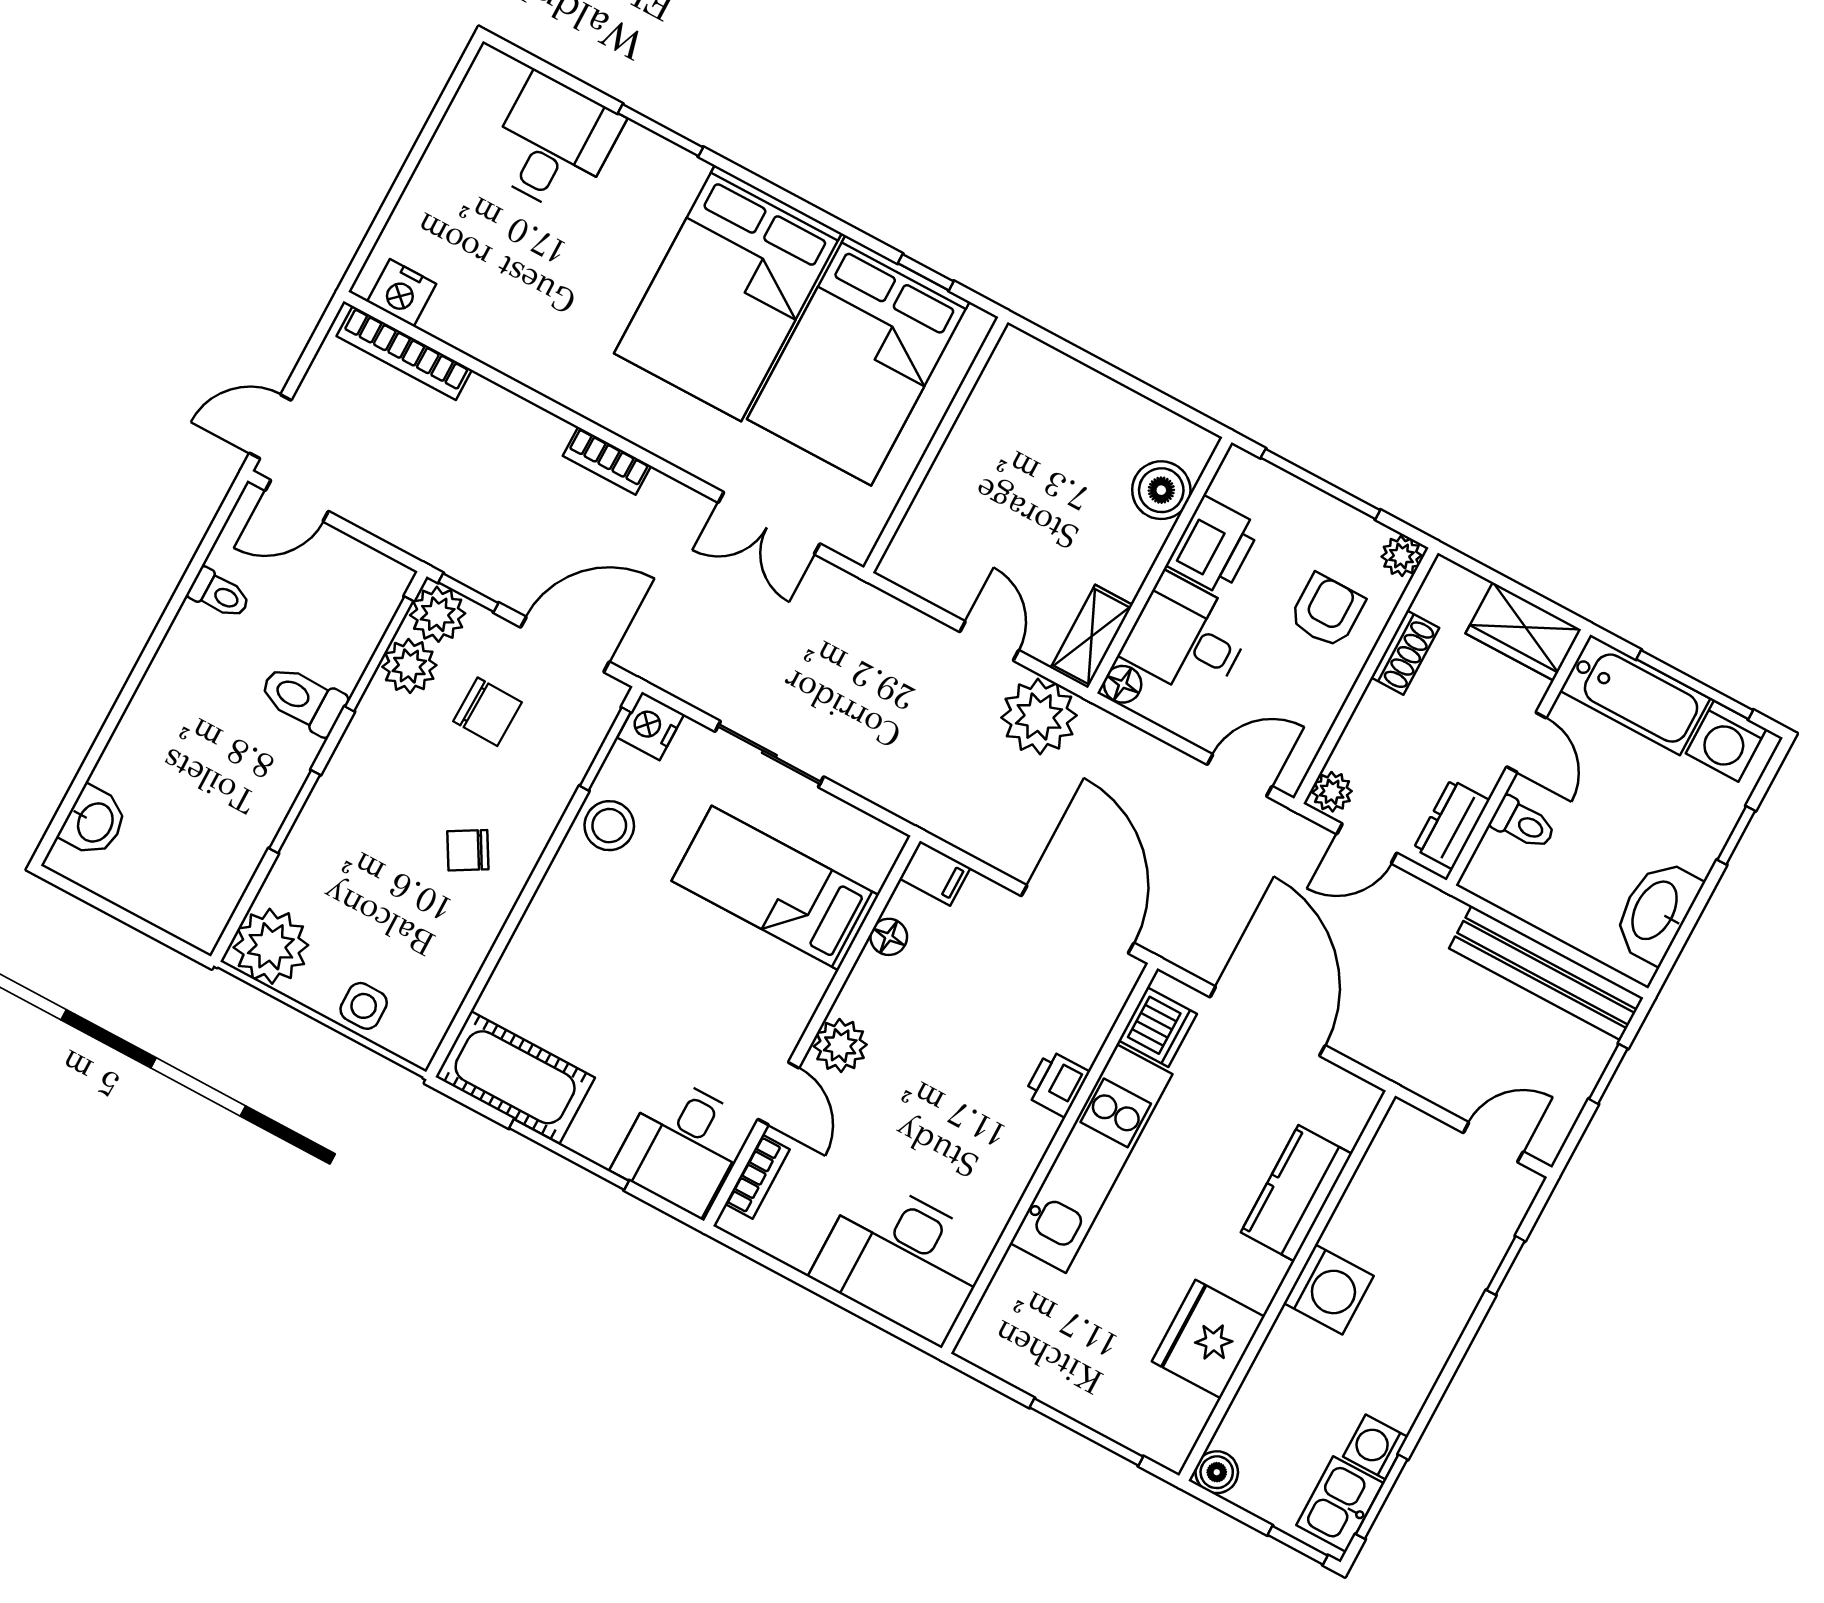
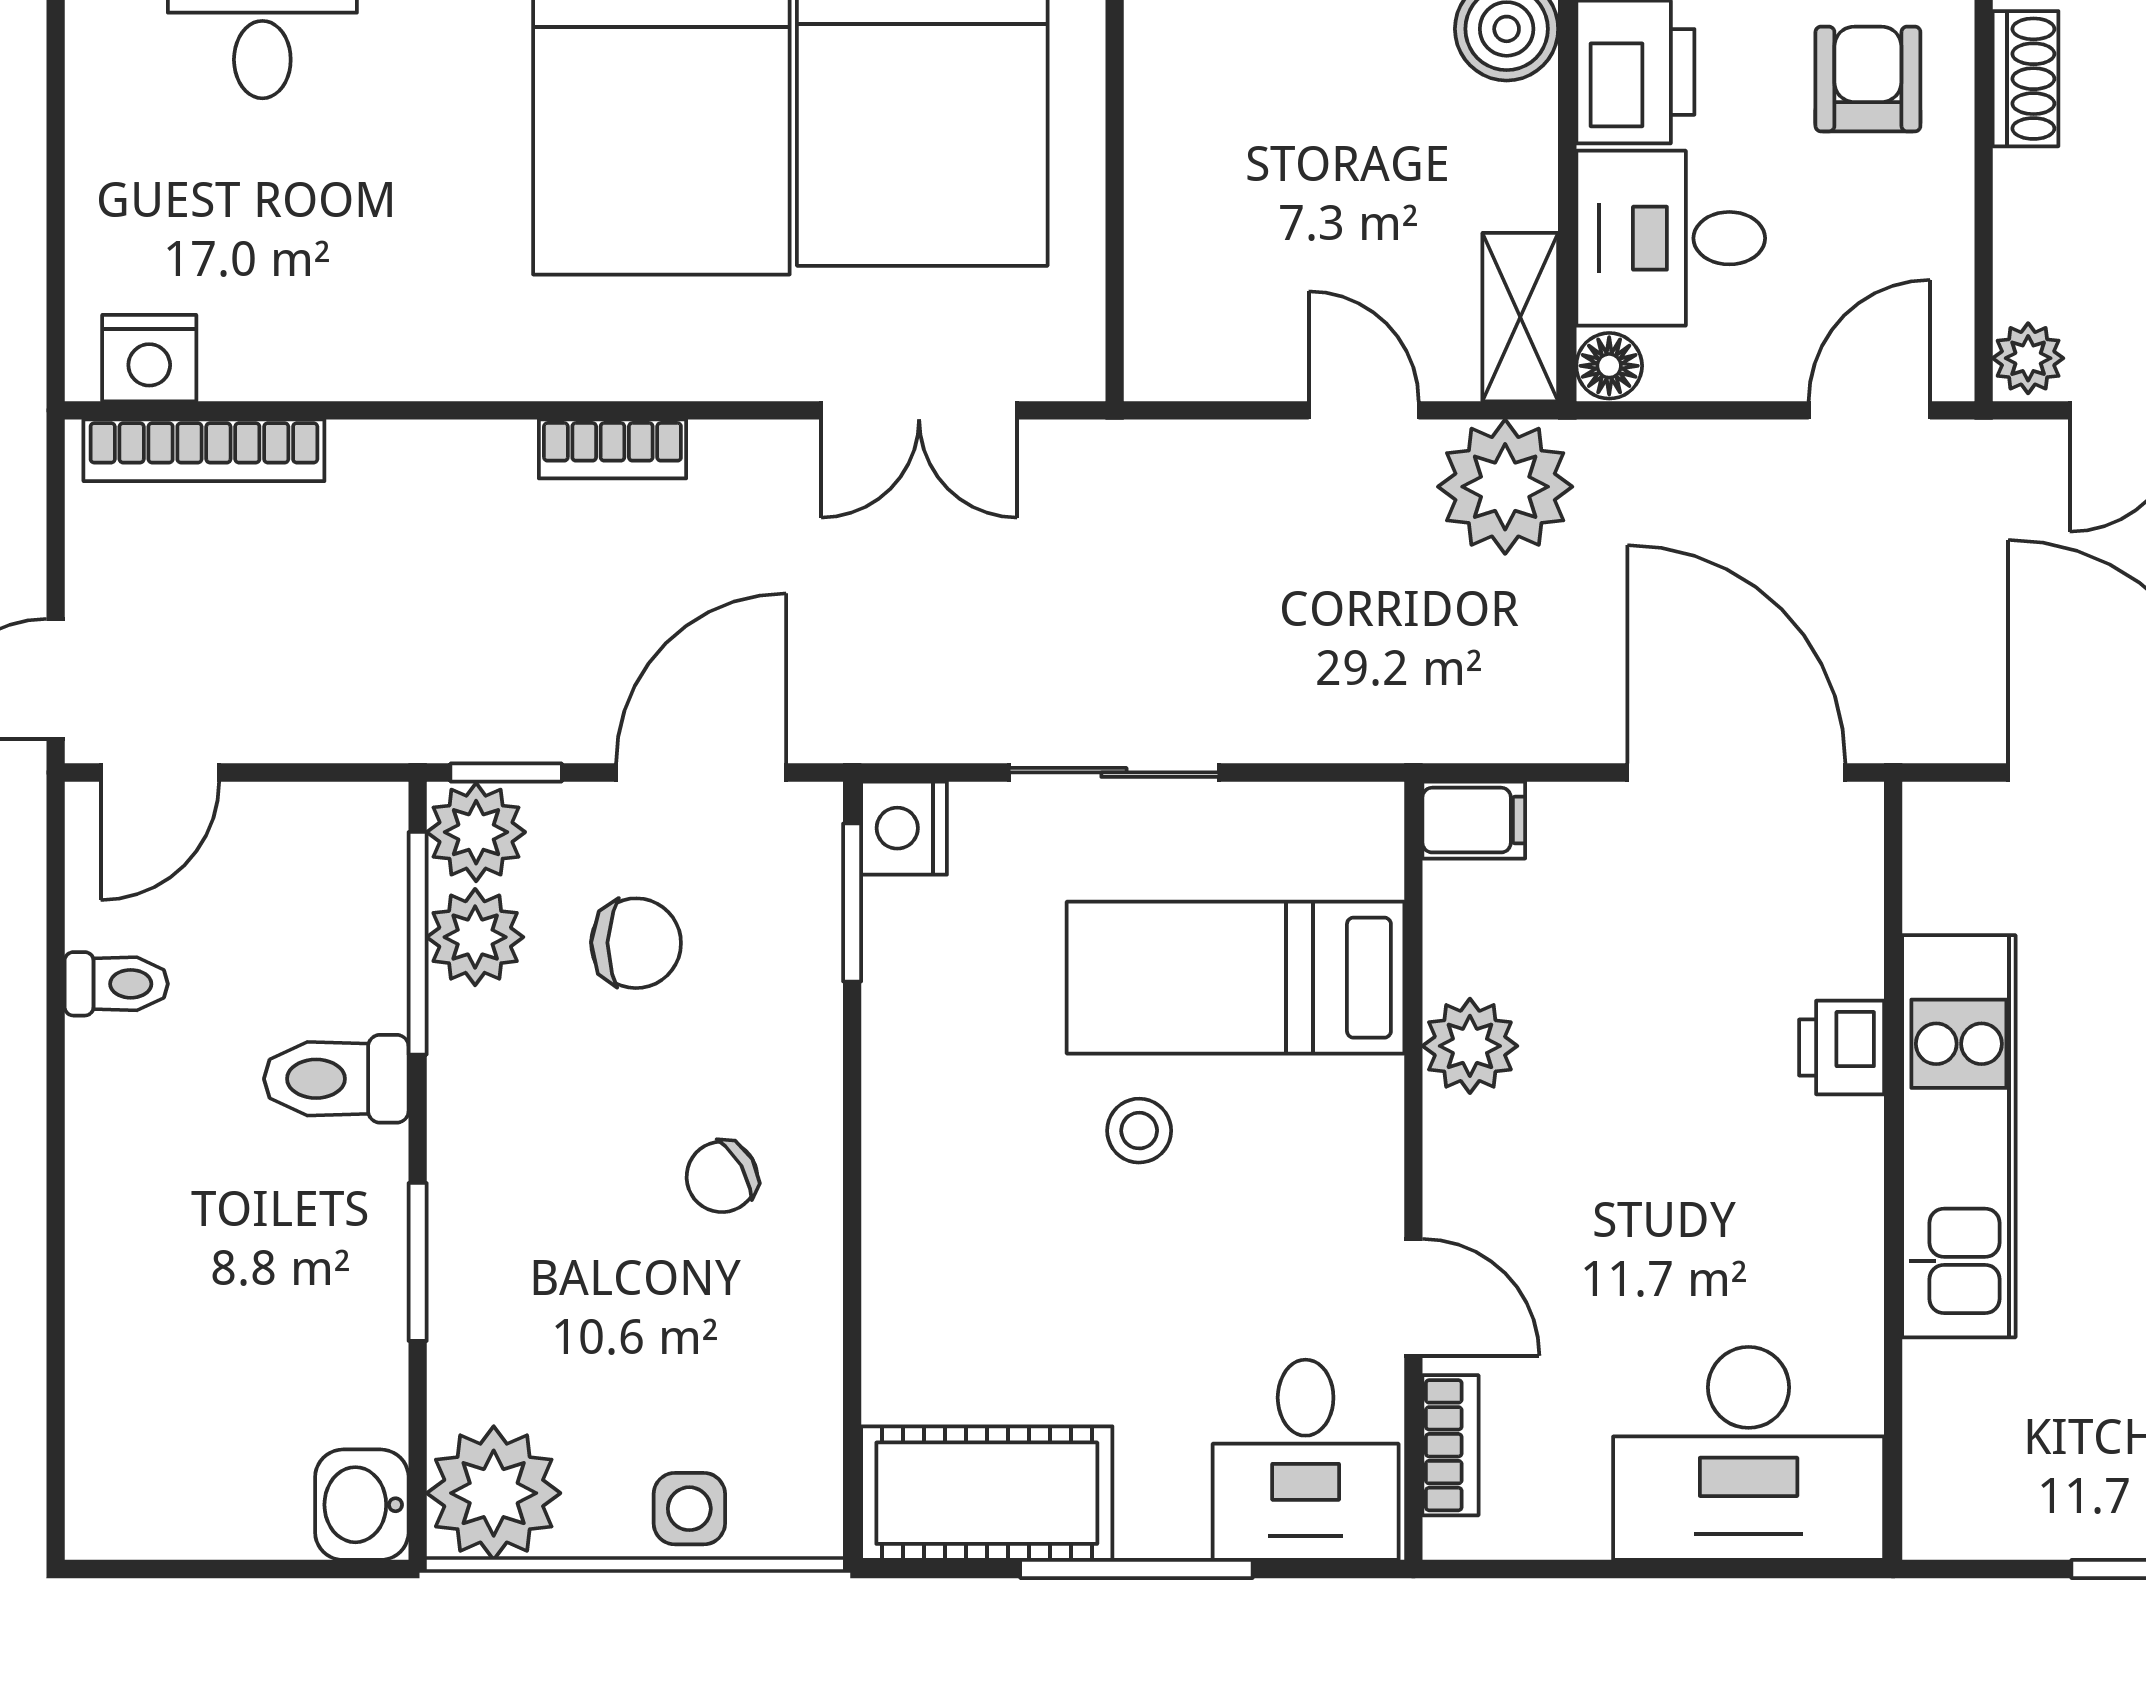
washbasin: (94, 822) -> (362, 1505), moved, turned 180
stool: (609, 826) -> (1139, 1131), moved, width x0.73, depth x0.73
floor lamp: (889, 937) -> (1455, 959), removed
dishwasher: (1158, 1027) -> (1953, 874), removed
plant: (840, 1045) -> (1470, 1046), moved

